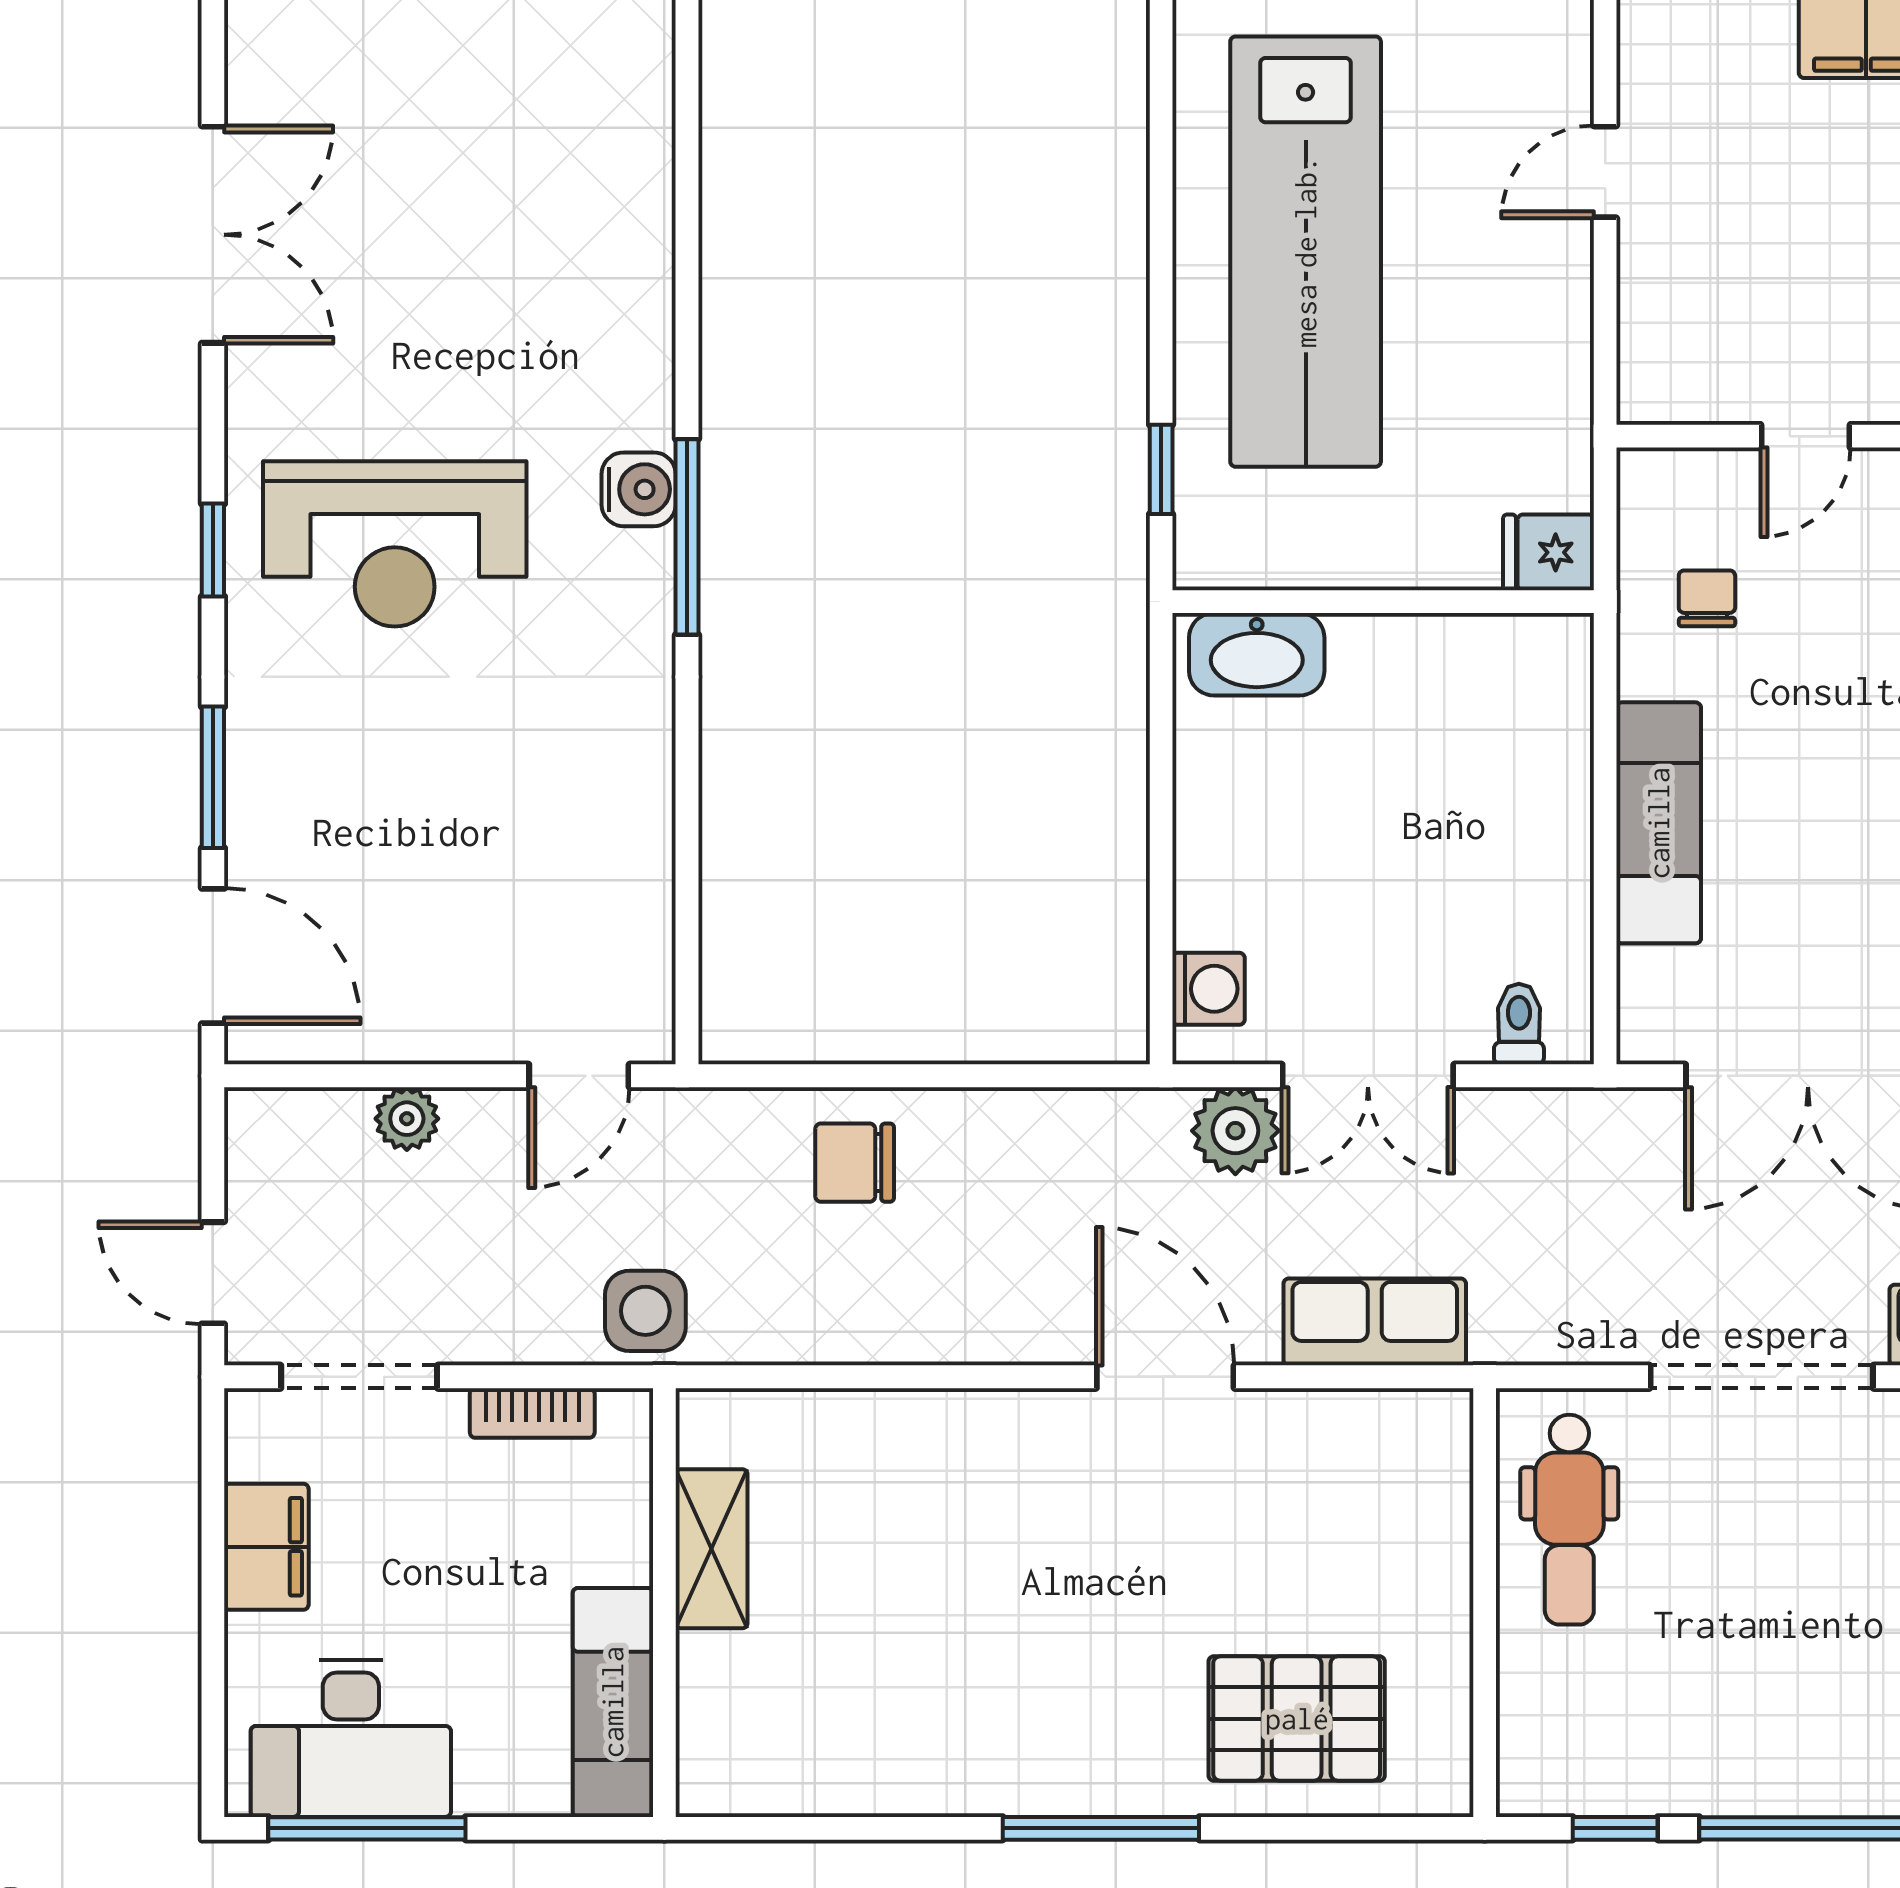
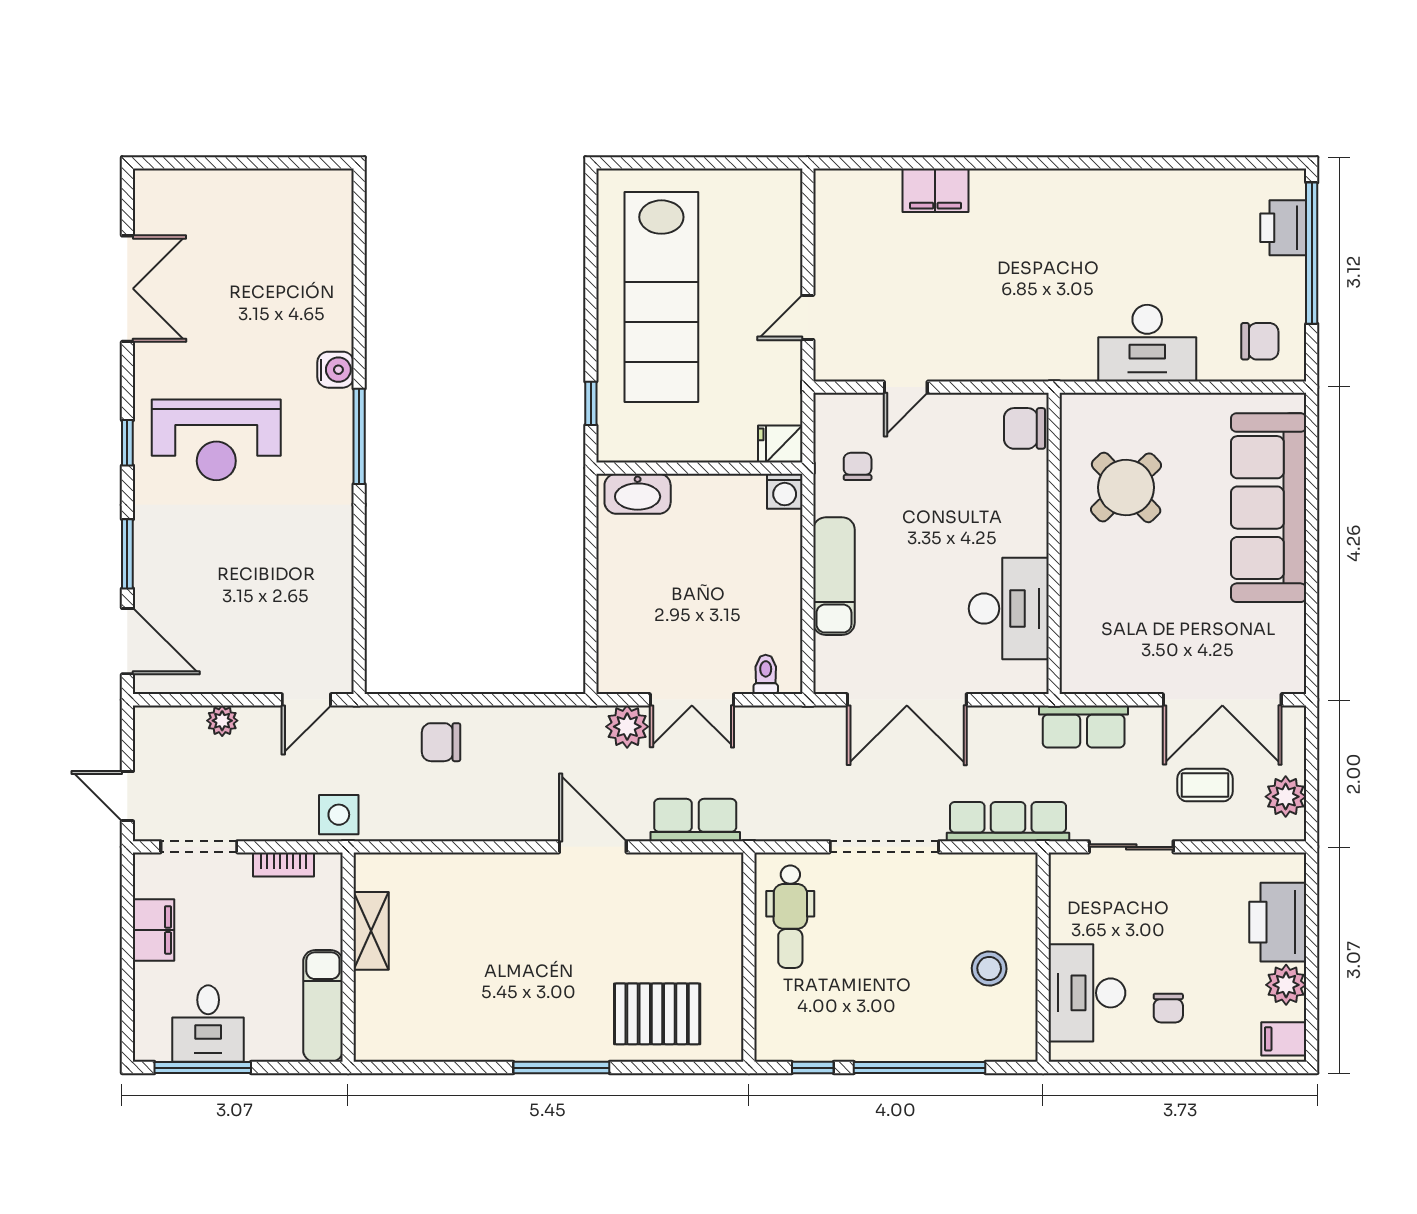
door: (1605, 172) -> (808, 317), moved
water cooler: (639, 489) -> (336, 370), moved
washing machine: (1208, 989) -> (785, 491), moved, turned 90
desk: (351, 1738) -> (208, 1024), width x0.73

